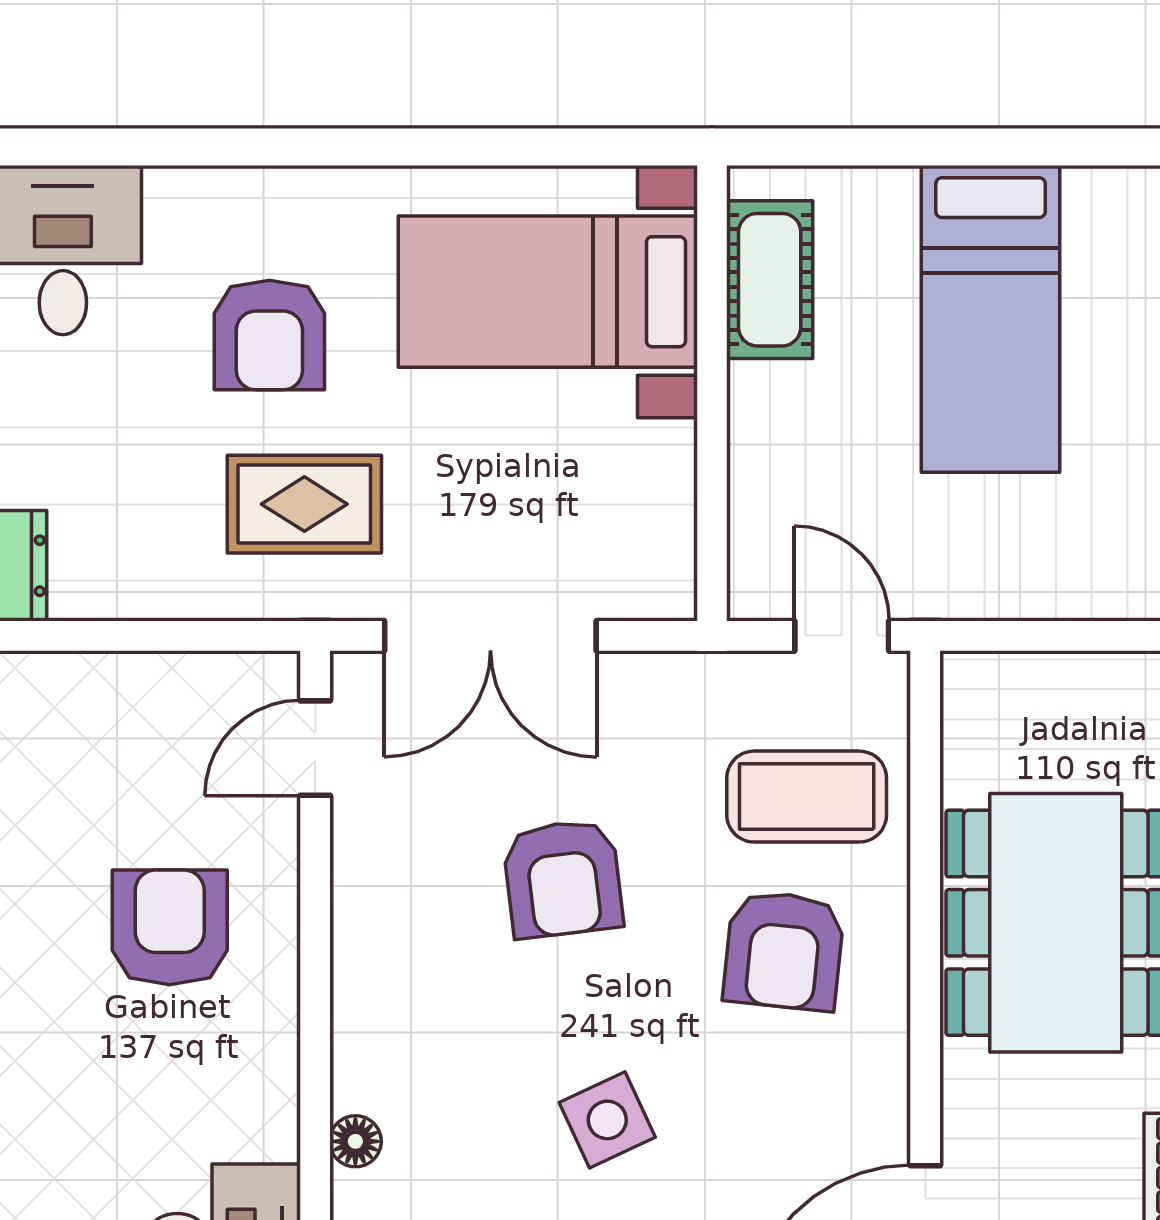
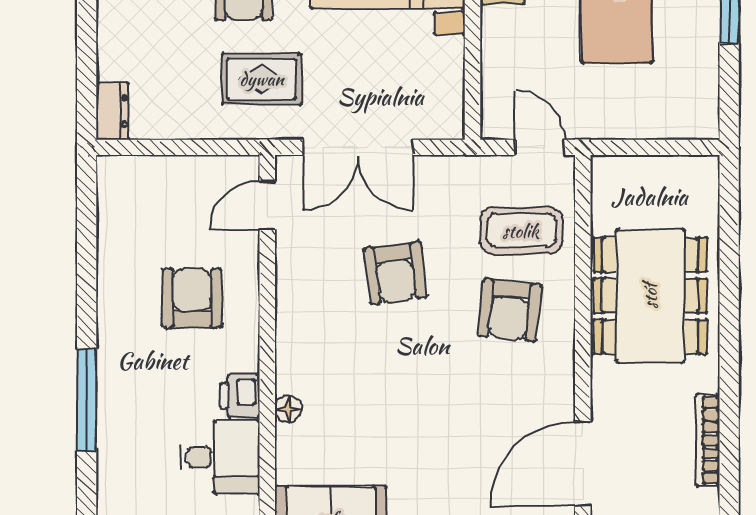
printer: (262, 1116) -> (240, 396), added
side table: (607, 1120) -> (418, 398), removed

